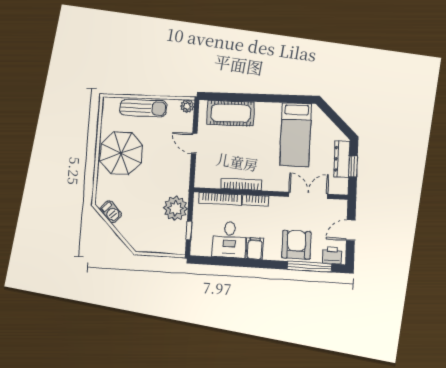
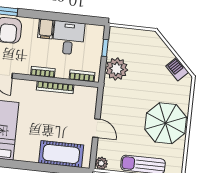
bookcase: (220, 199) -> (82, 76), width x0.64

